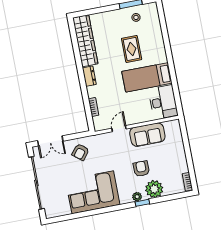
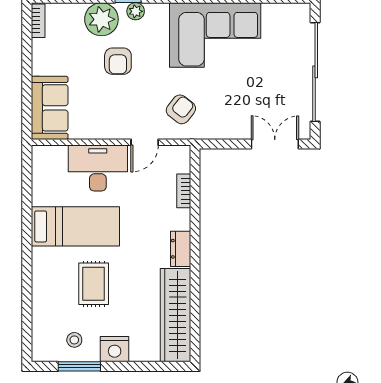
nightstand: (114, 17) -> (115, 349), added
desk: (163, 102) -> (98, 168), moved, turned 90
sofa: (147, 135) -> (50, 108), moved, turned 90
armchair: (80, 152) -> (181, 109), moved

